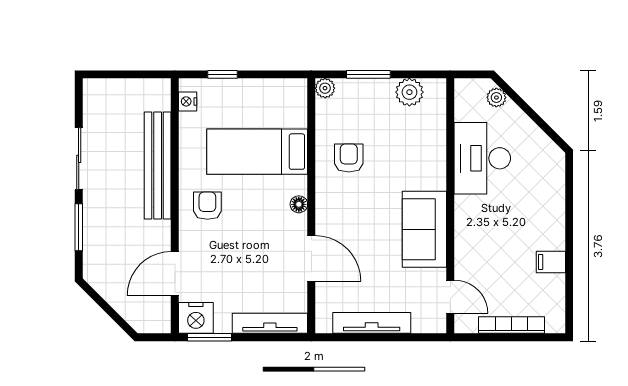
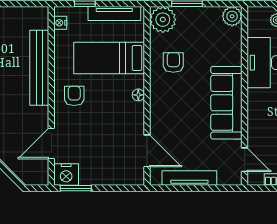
plant: (325, 88) -> (163, 20), width x1.88, depth x1.88
plant: (409, 92) -> (232, 16), moved
sofa: (424, 229) -> (226, 103), width x1.36
door: (311, 258) -> (147, 151), moved
tv unit: (270, 323) -> (114, 14), moved, turned 180

